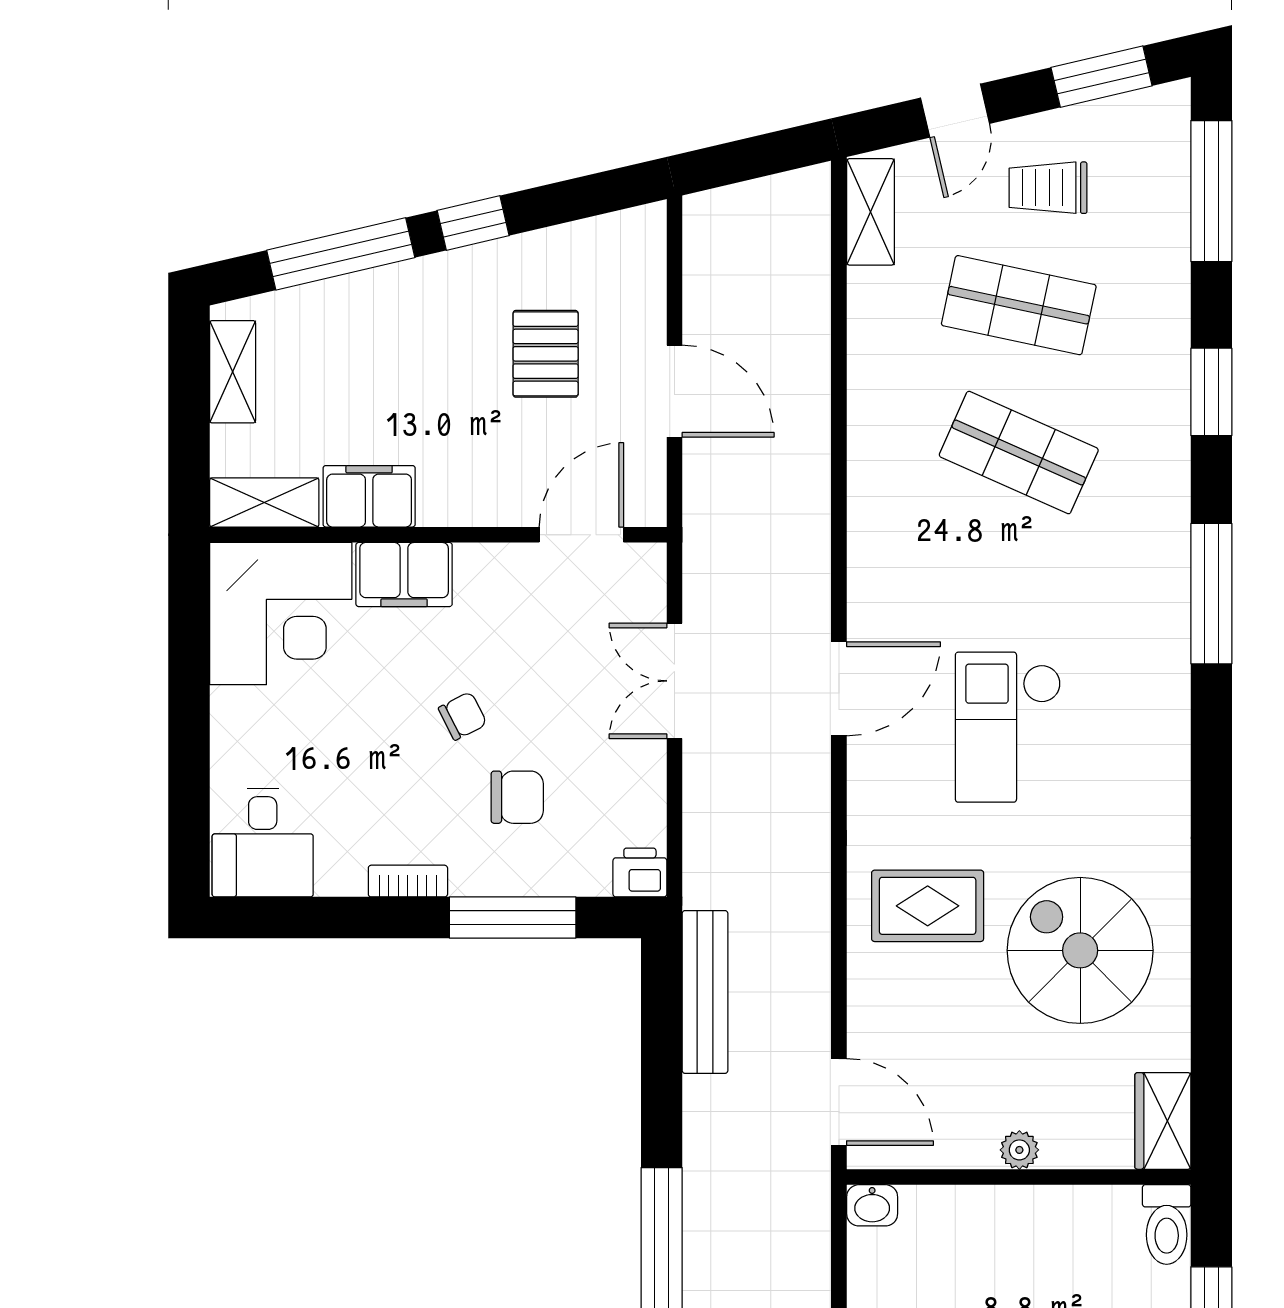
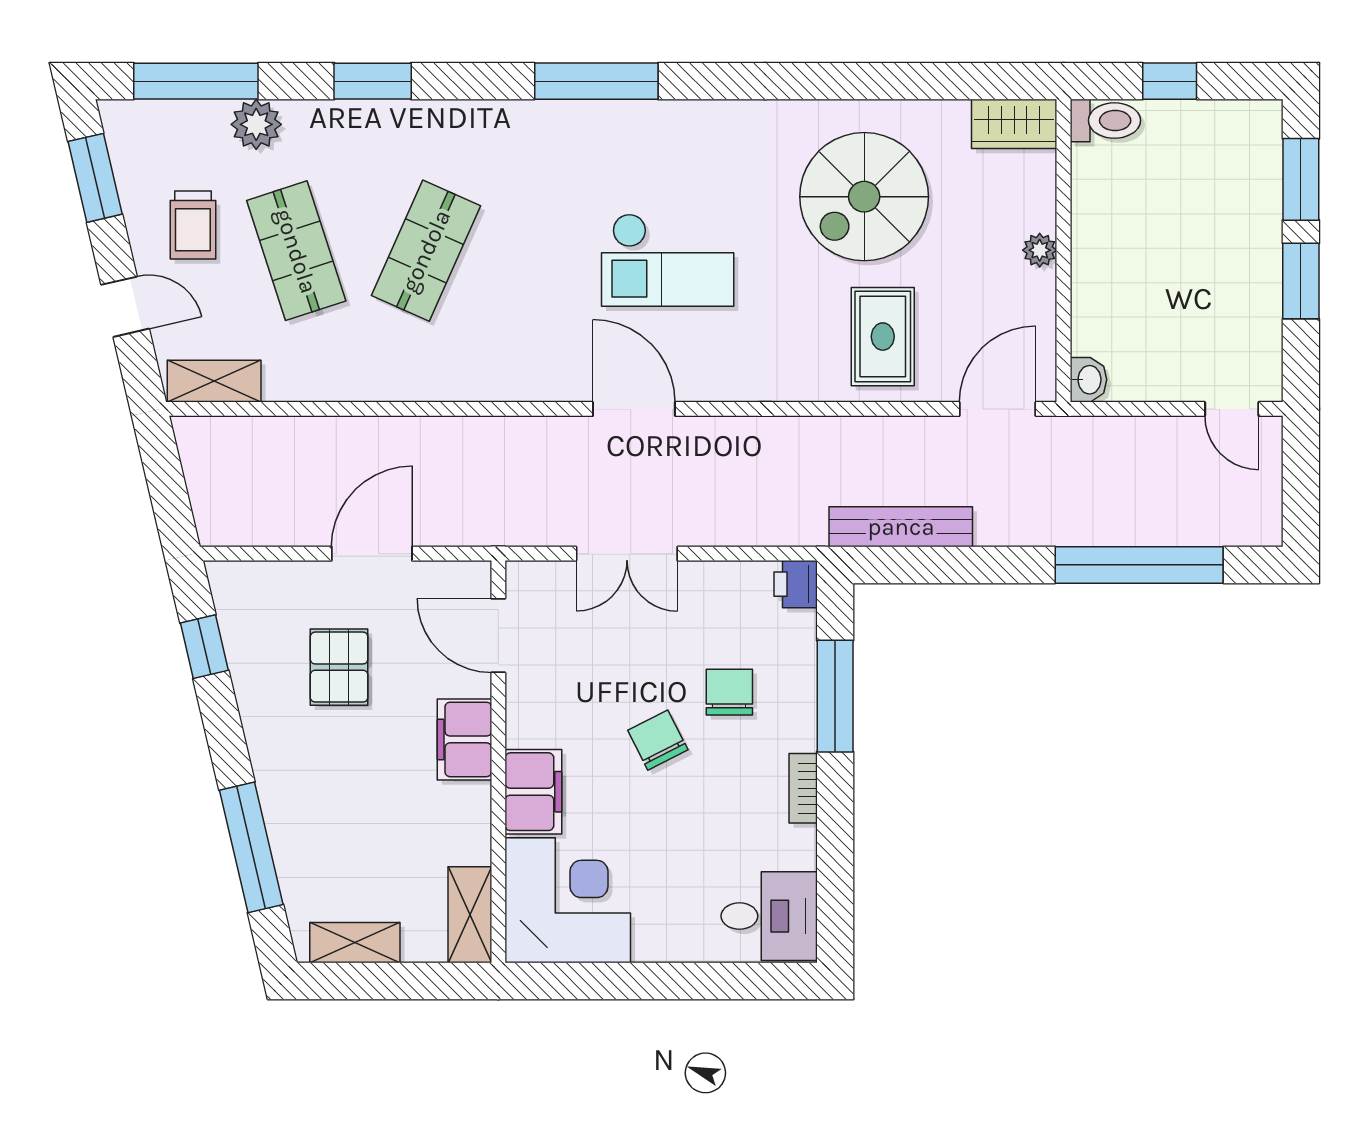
window: (473, 223) -> (204, 647), moved
plant: (1162, 260) -> (256, 124), added
shop shelf: (1019, 305) -> (296, 251), turned -30
pallet: (546, 354) -> (339, 667), turned 90
filing cabinet: (369, 496) -> (464, 739), moved
window: (1211, 594) -> (596, 81), moved
chair: (463, 716) -> (658, 740), width x1.37, depth x1.37
rug: (928, 906) -> (883, 337), moved

